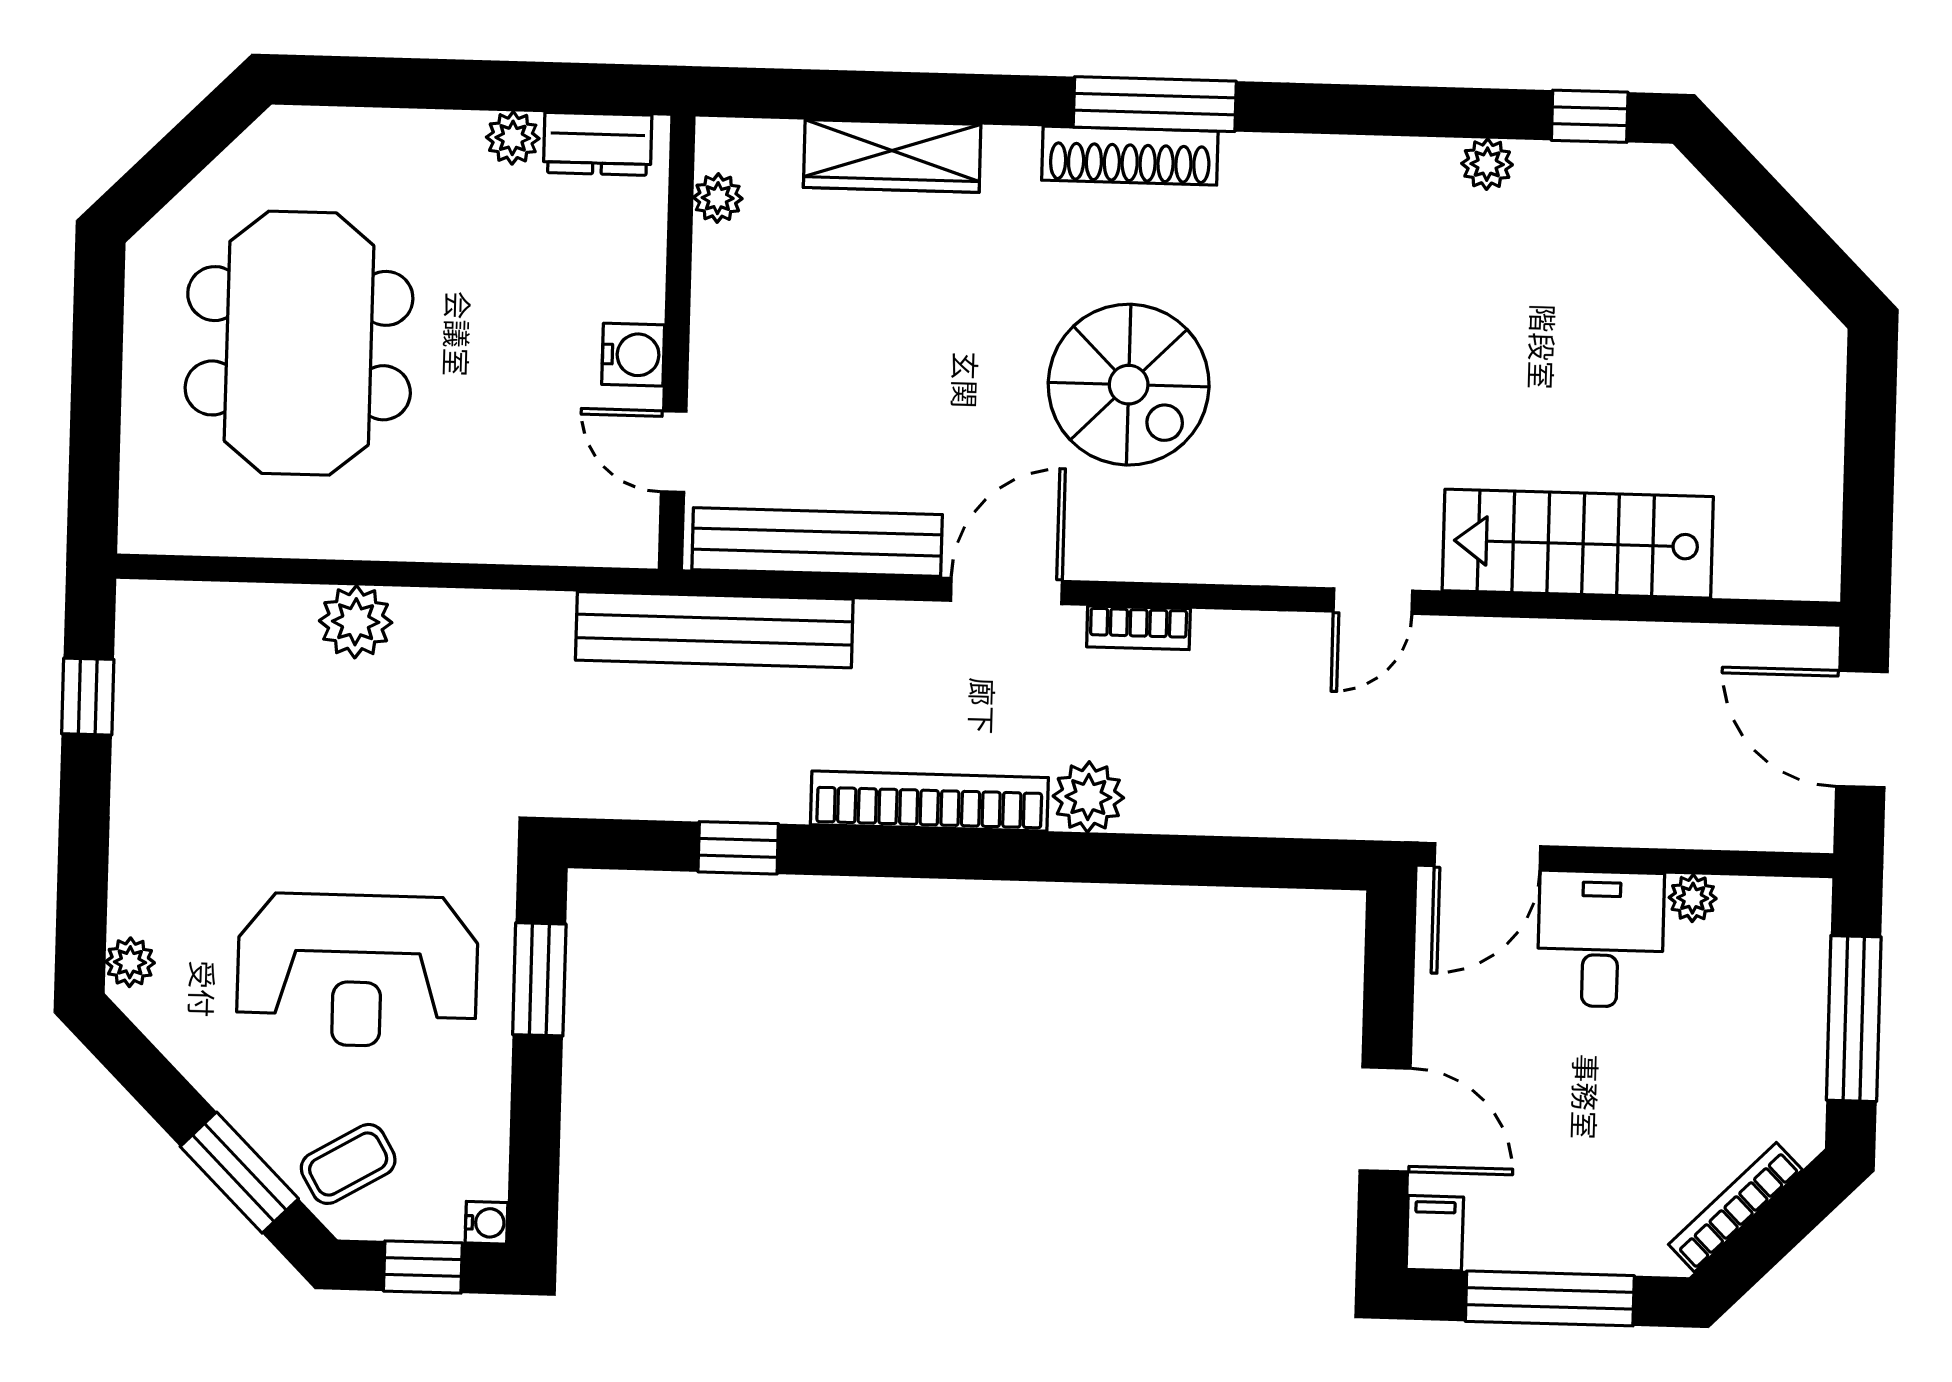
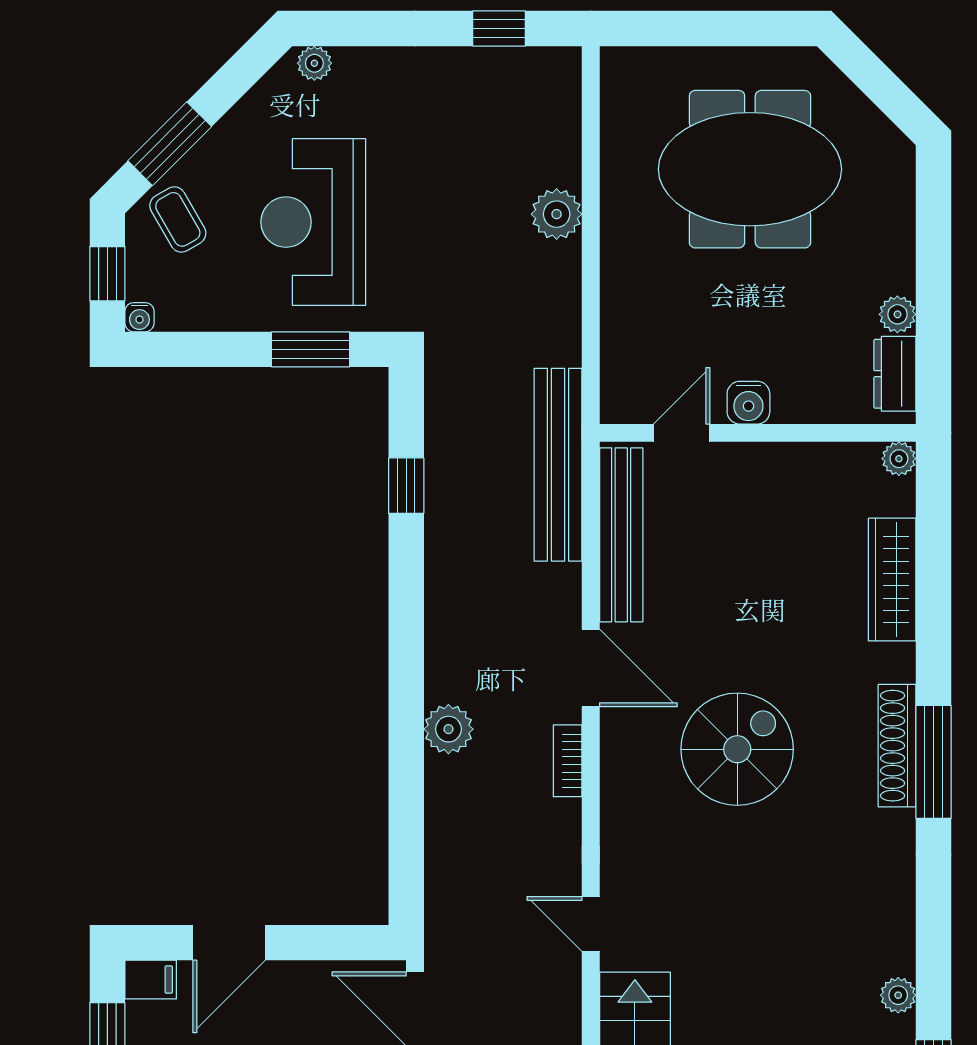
plant: (718, 198) -> (899, 459), moved
spiral stairs: (1129, 385) -> (737, 749), turned 180
bookcase: (929, 801) -> (443, 618), removed

